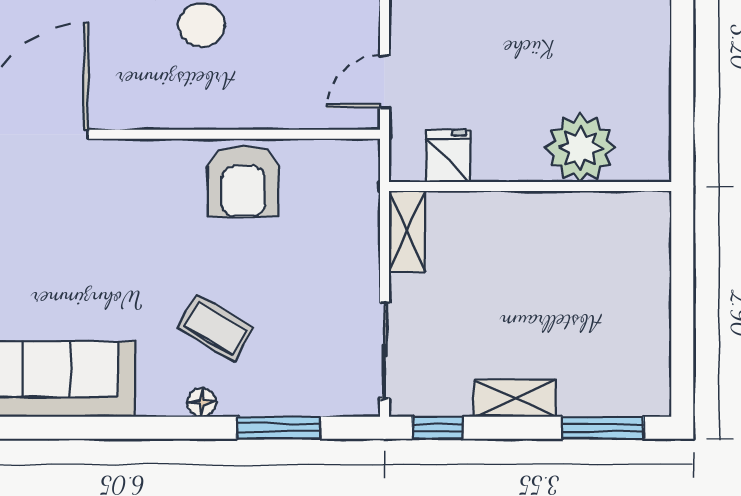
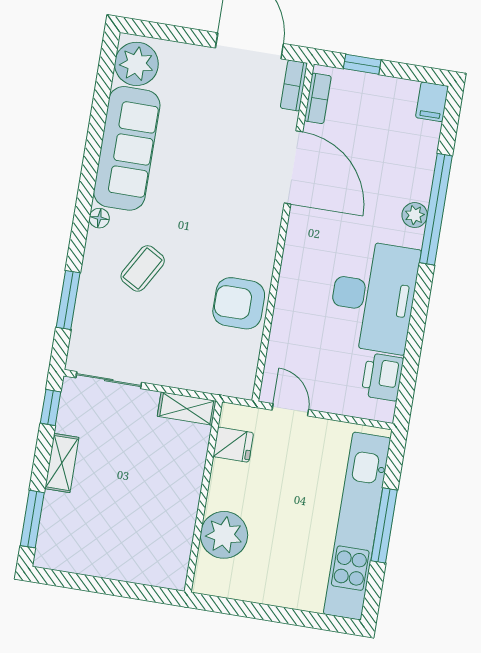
floor lamp: (202, 402) -> (99, 218), moved

